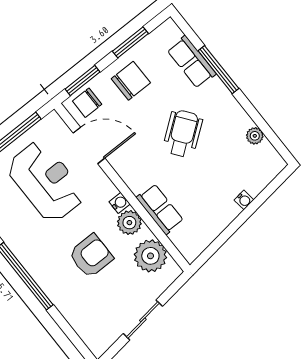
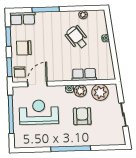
row of seats: (191, 62) -> (23, 18), moved
chair: (131, 81) -> (24, 48), turned -90
wheelchair: (183, 133) -> (77, 37), moved

